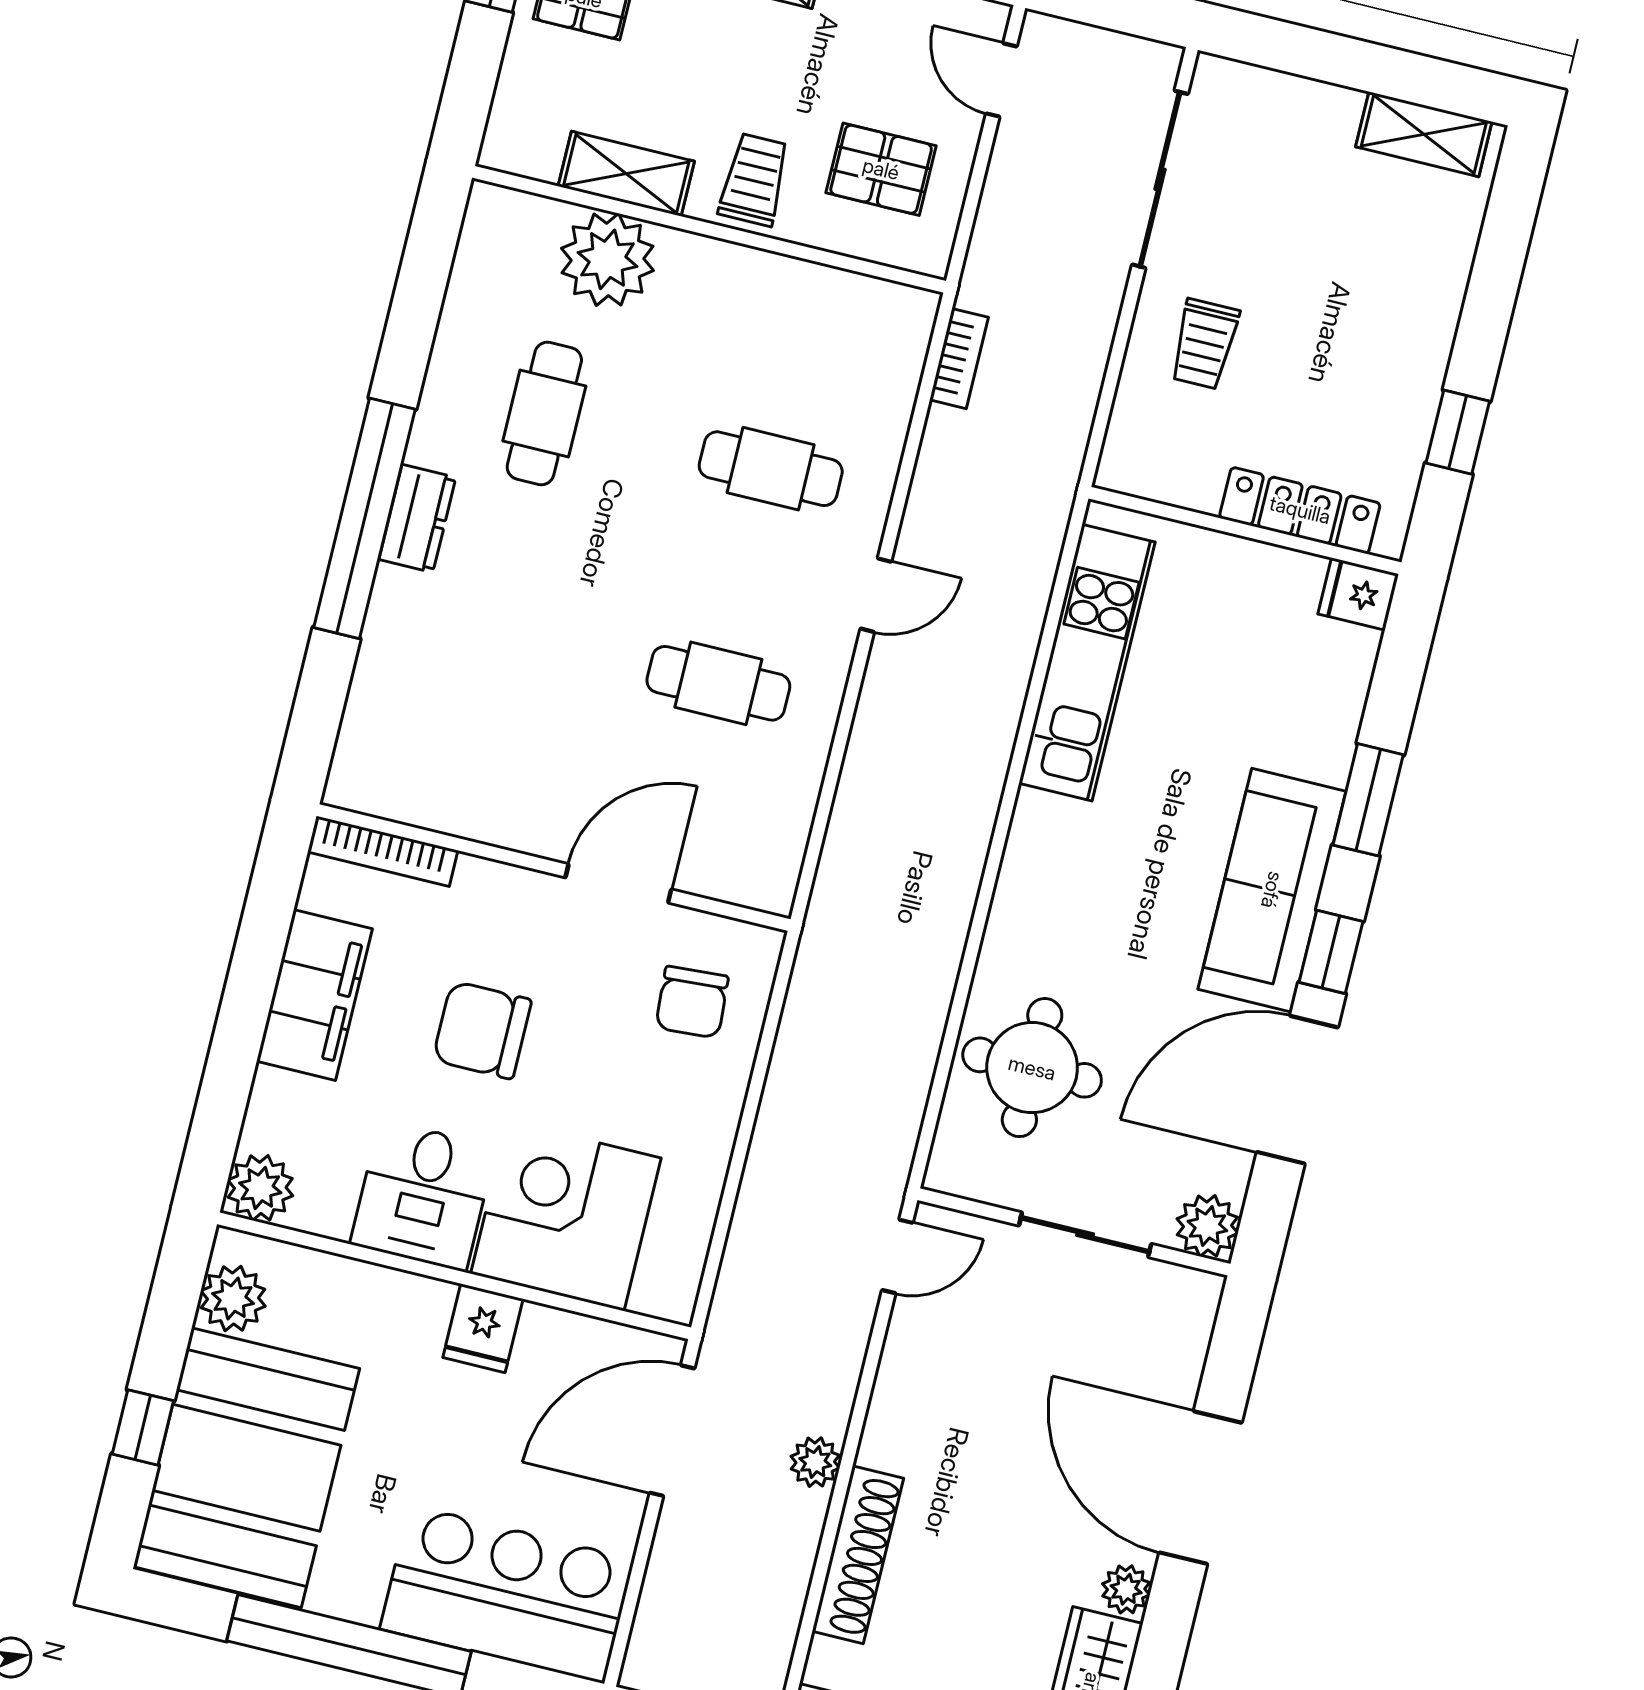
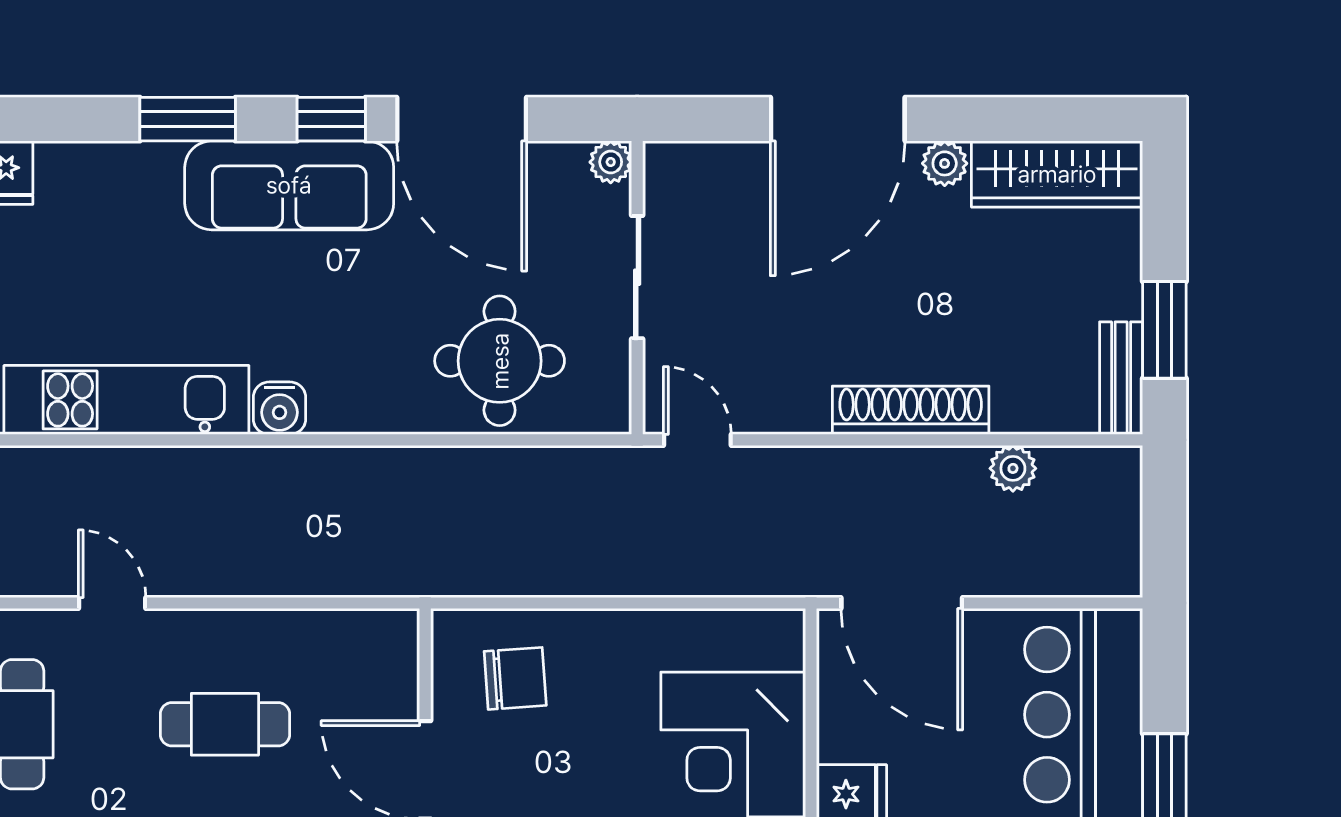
cafe table: (718, 683) -> (225, 724), turned 90
water cooler: (1039, 822) -> (279, 408), added
plant: (1207, 1226) -> (611, 162), width x0.73, depth x0.73
plant: (815, 1462) -> (1013, 468), moved
shoe rack: (858, 1555) -> (911, 410), moved

